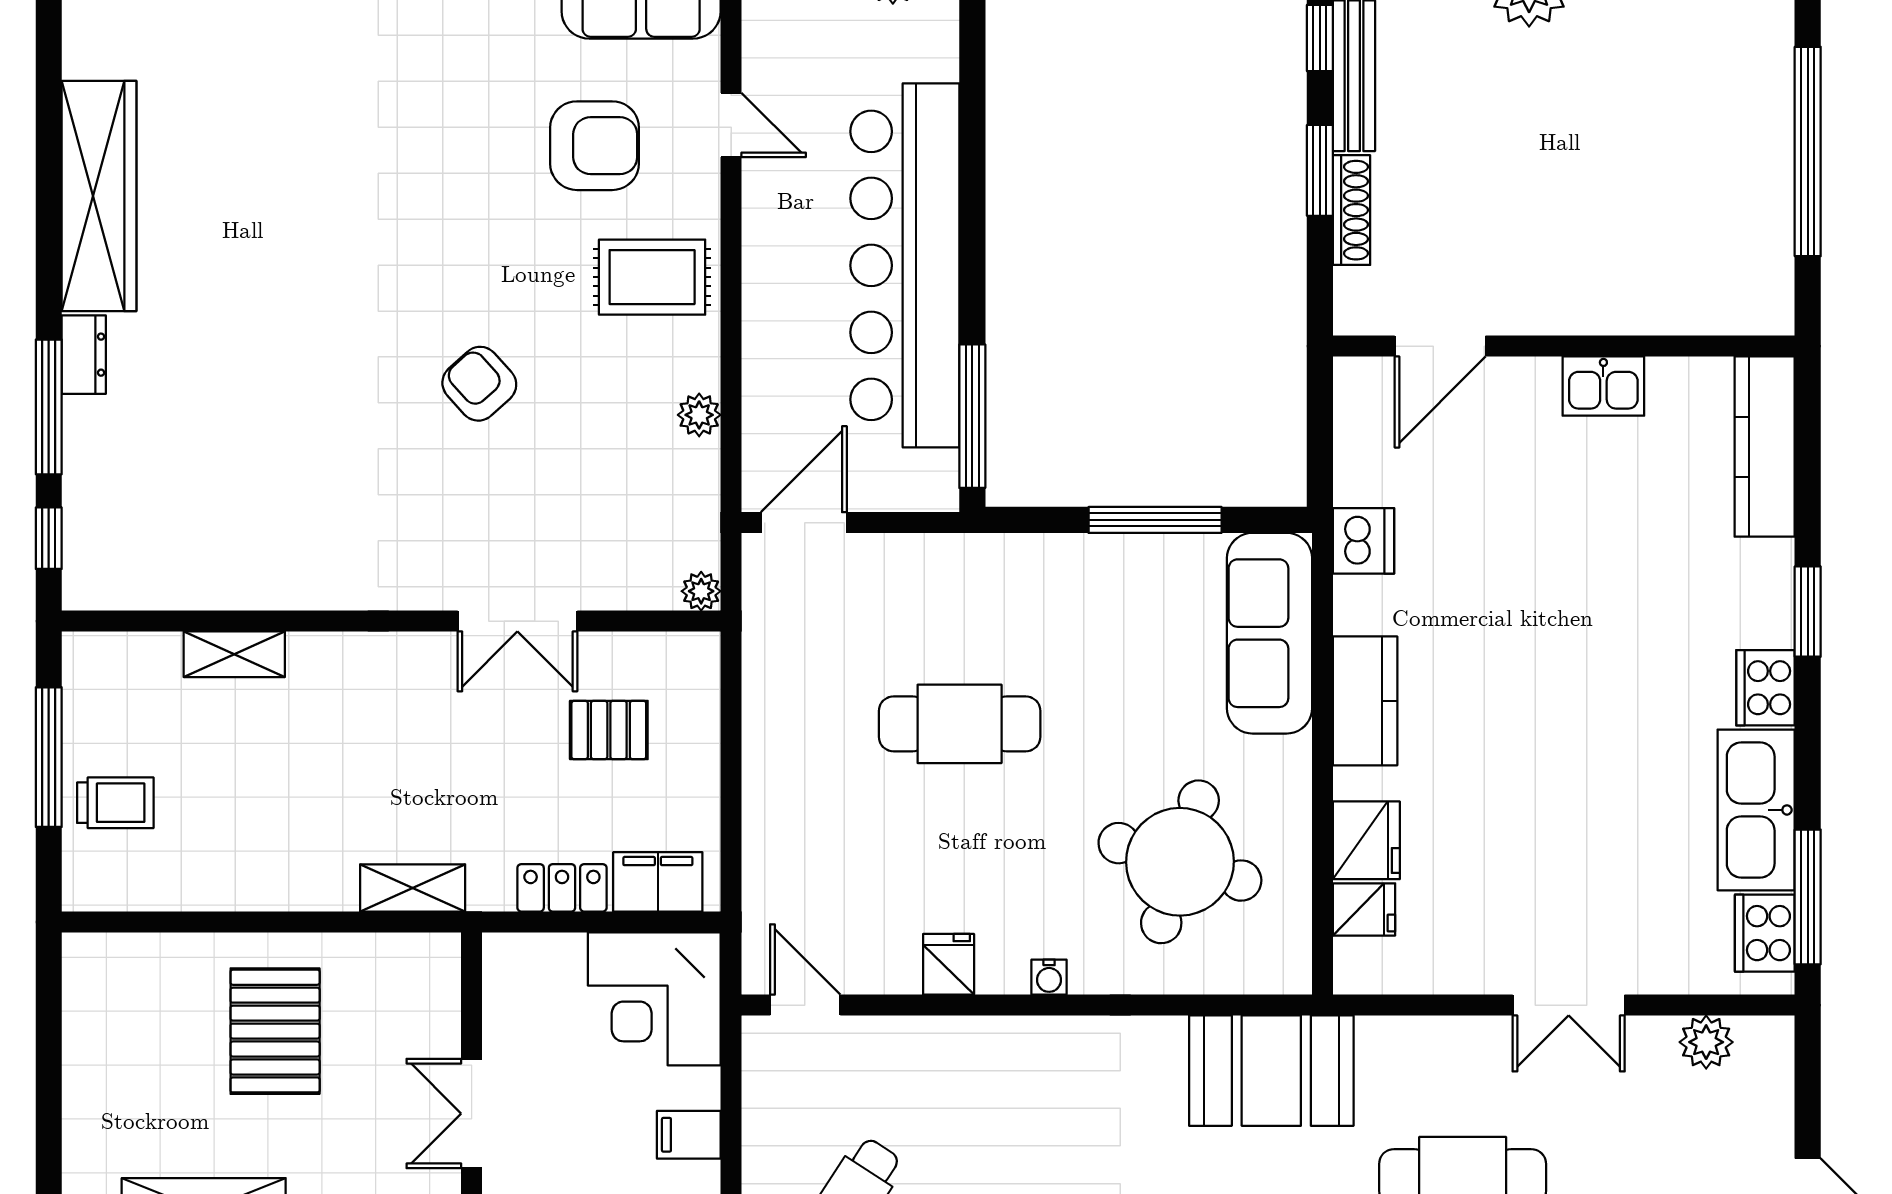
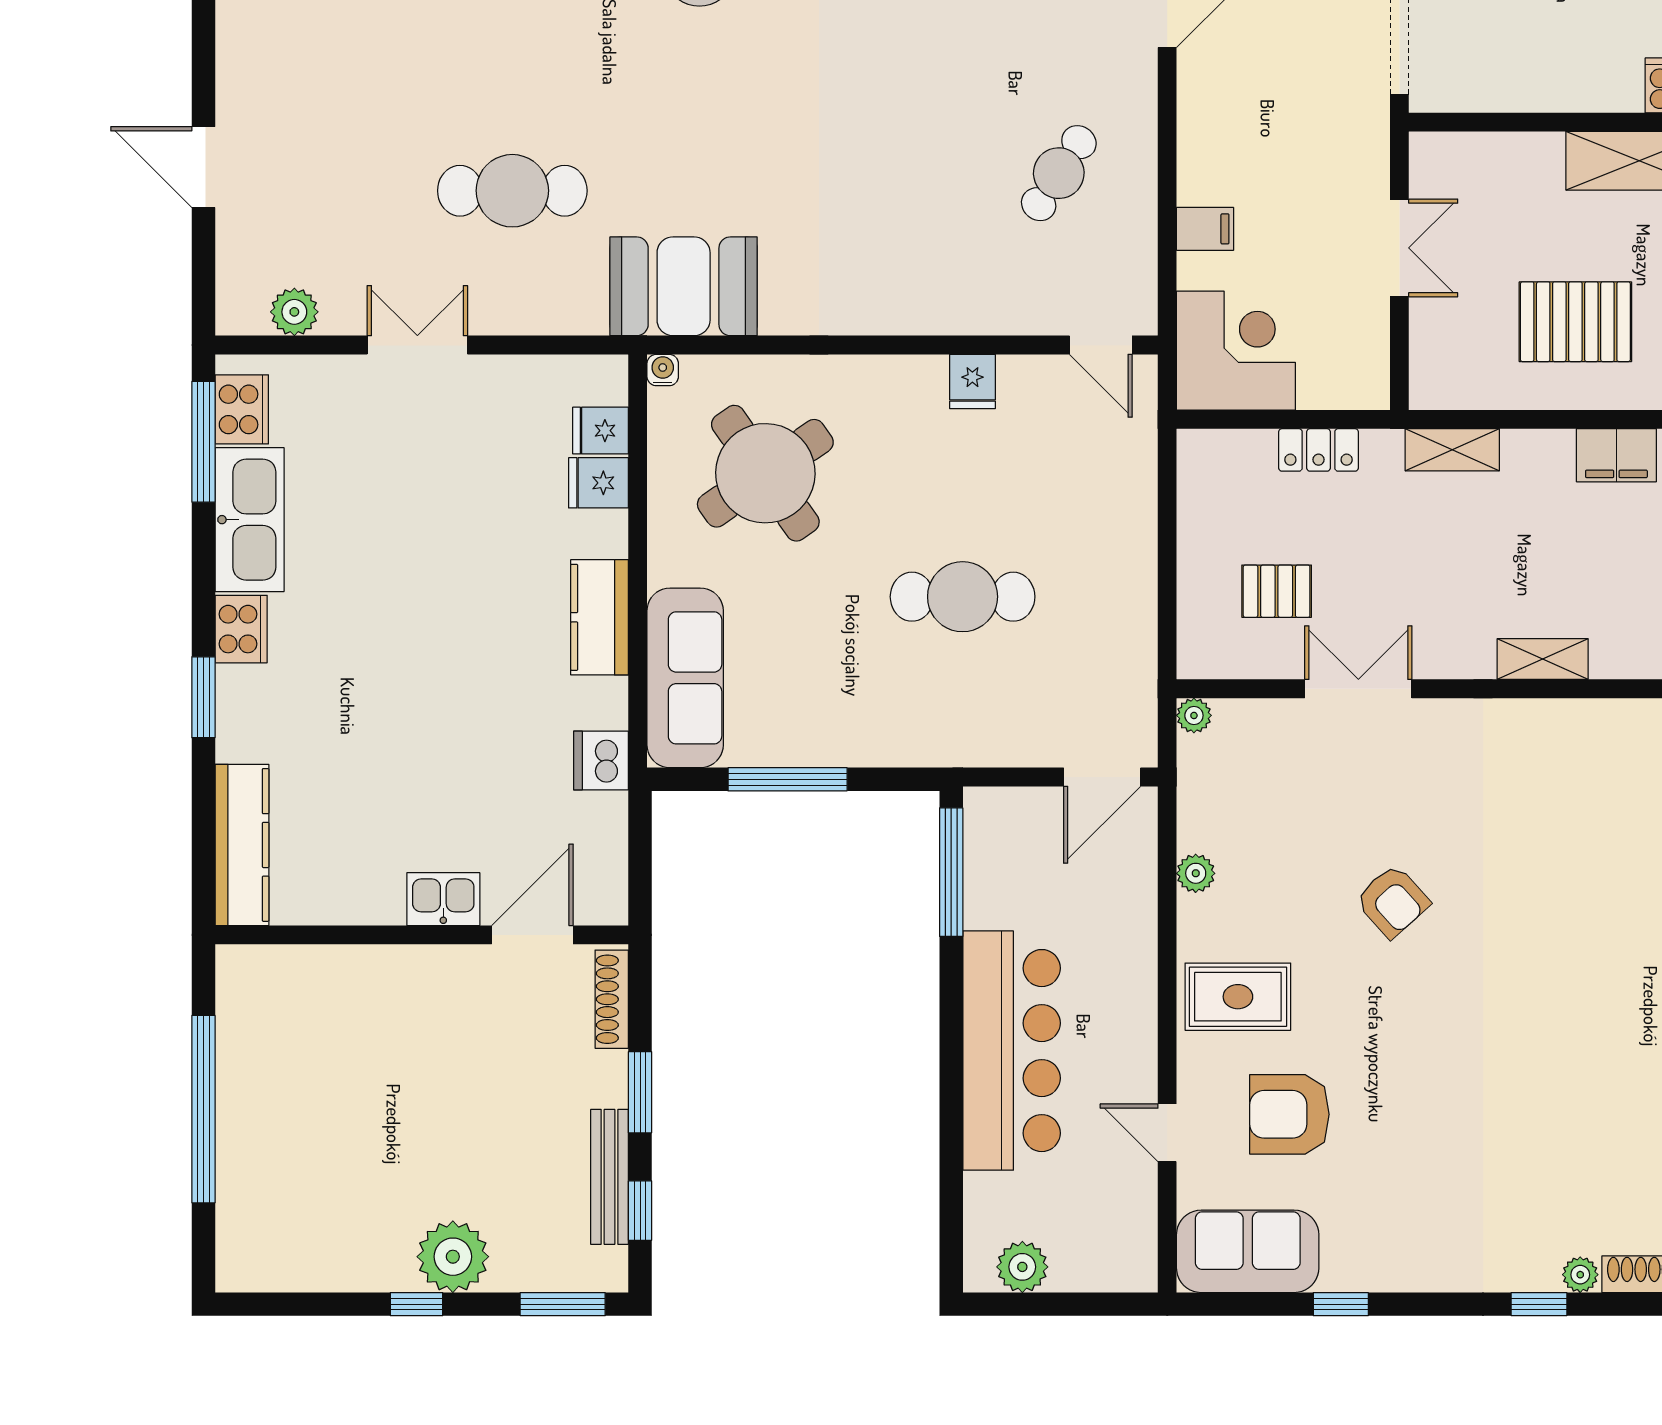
shoe rack: (1352, 210) -> (612, 999), moved
bar counter: (905, 265) -> (1012, 1051), width x0.73
kitchen sink: (1603, 386) -> (443, 899), moved
shelving: (234, 654) -> (1543, 659), moved
fridge: (1366, 840) -> (598, 483), width x0.72
round table: (1180, 862) -> (765, 473), turned 38
filing cabinet: (658, 882) -> (1616, 455), moved
water cooler: (1049, 977) -> (663, 370), moved
pallet: (275, 1031) -> (1575, 322), turned 90

